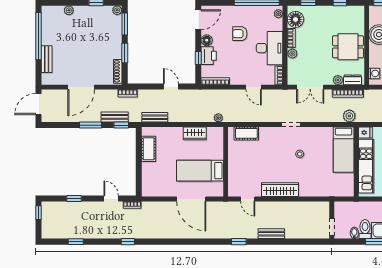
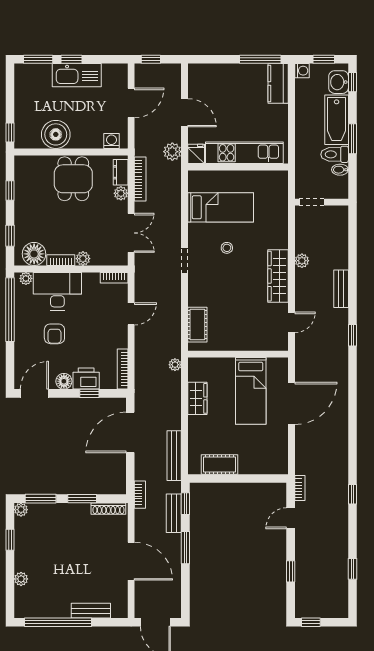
door: (198, 20) -> (34, 393), hinge flipped
desk: (270, 48) -> (57, 291), moved
door: (171, 87) -> (130, 432), width x1.87
plant: (349, 116) -> (172, 152), moved
bench: (155, 117) -> (174, 456), width x1.36
bed: (344, 150) -> (221, 207), moved
plant: (291, 206) -> (302, 261), added
doorway: (332, 227) -> (312, 202), moved

